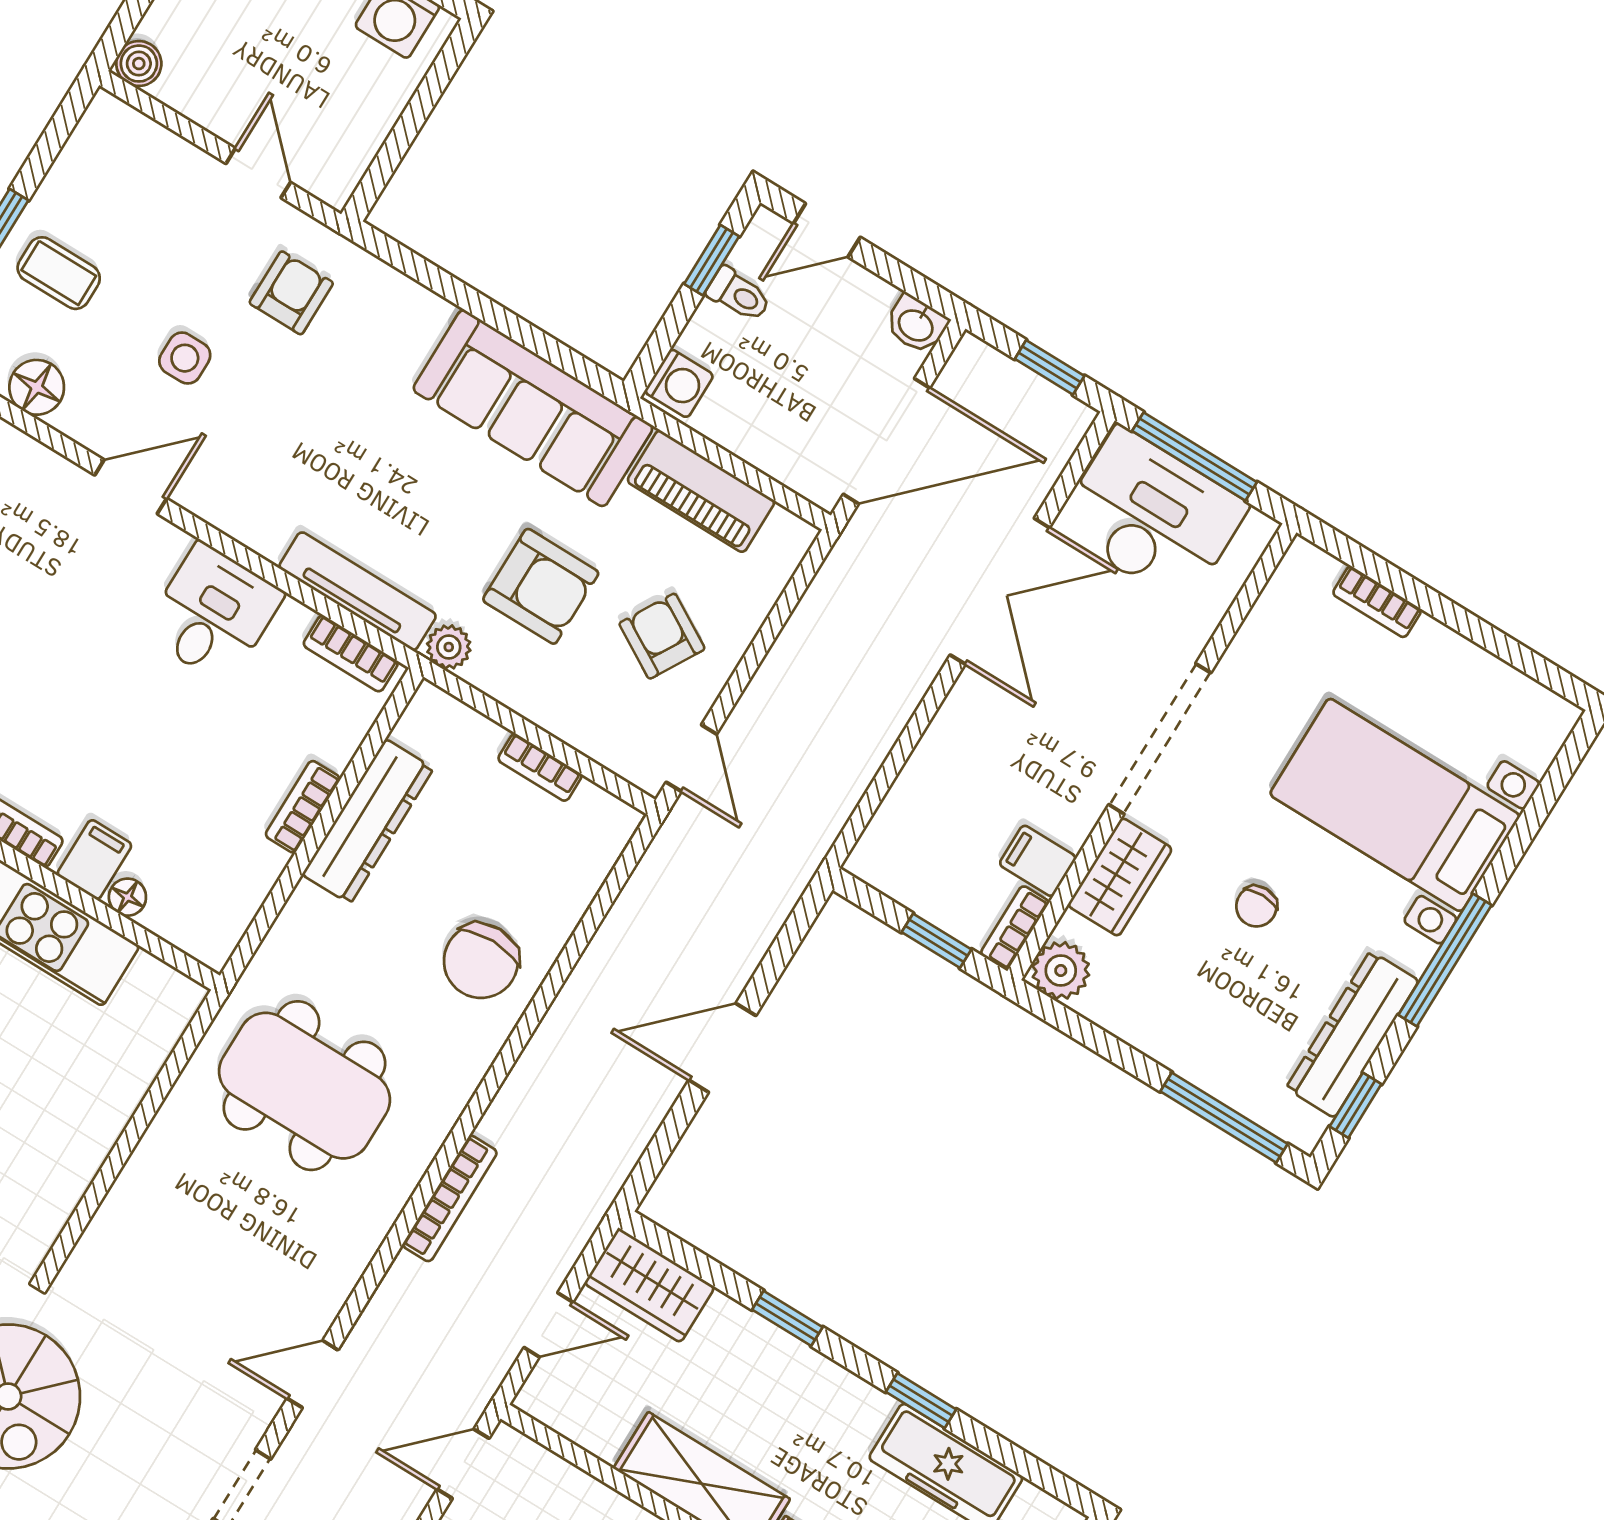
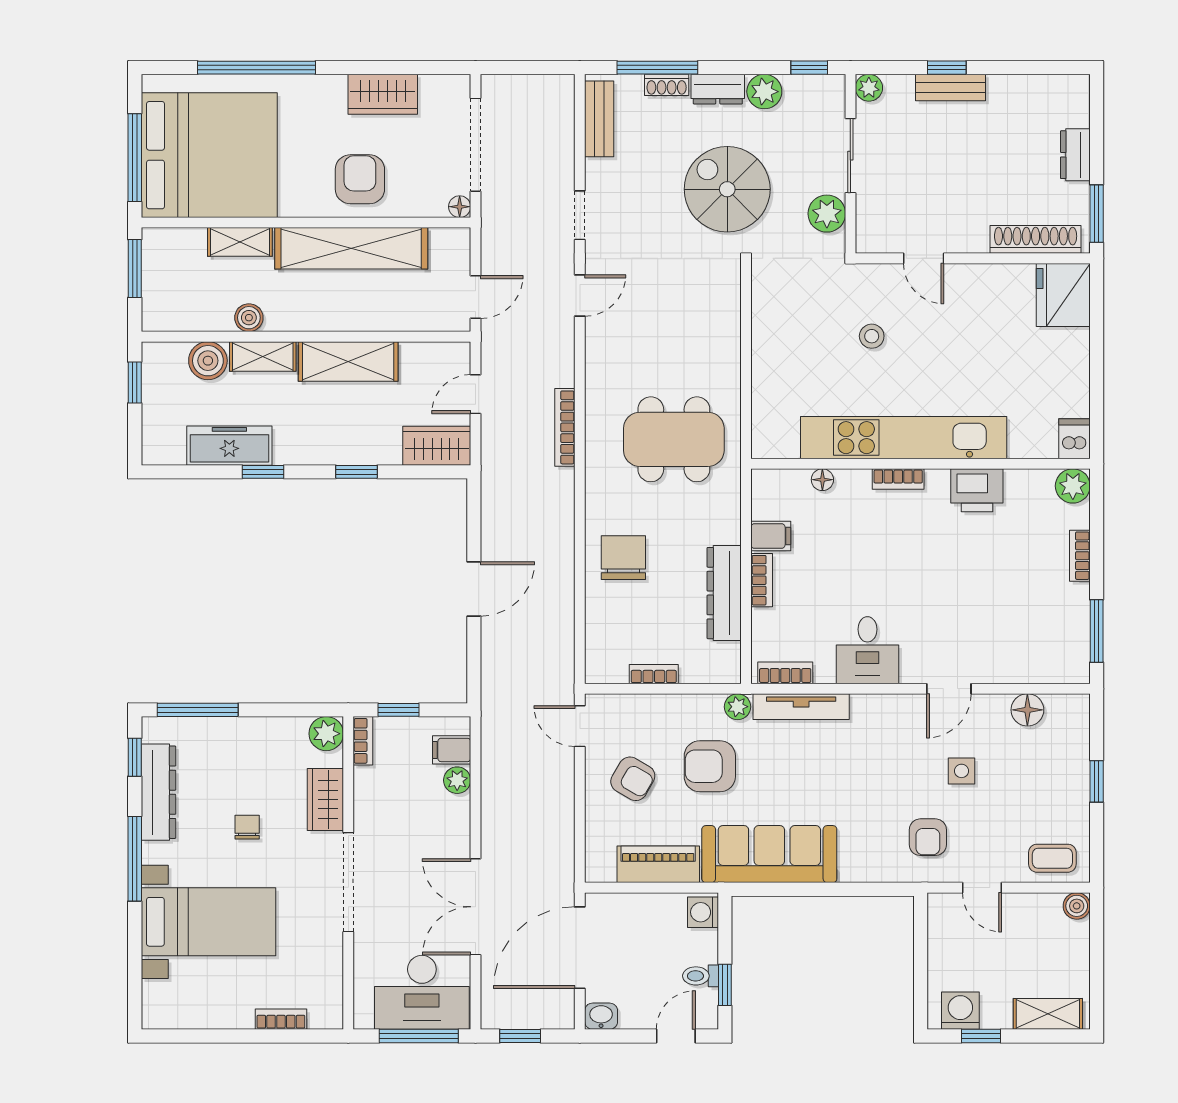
coffee table: (59, 273) -> (1052, 858), moved
plant: (915, 789) -> (457, 780), added
filing cabinet: (94, 860) -> (771, 536), moved, turned -90
filing cabinet: (1038, 861) -> (452, 750), moved, turned 180

